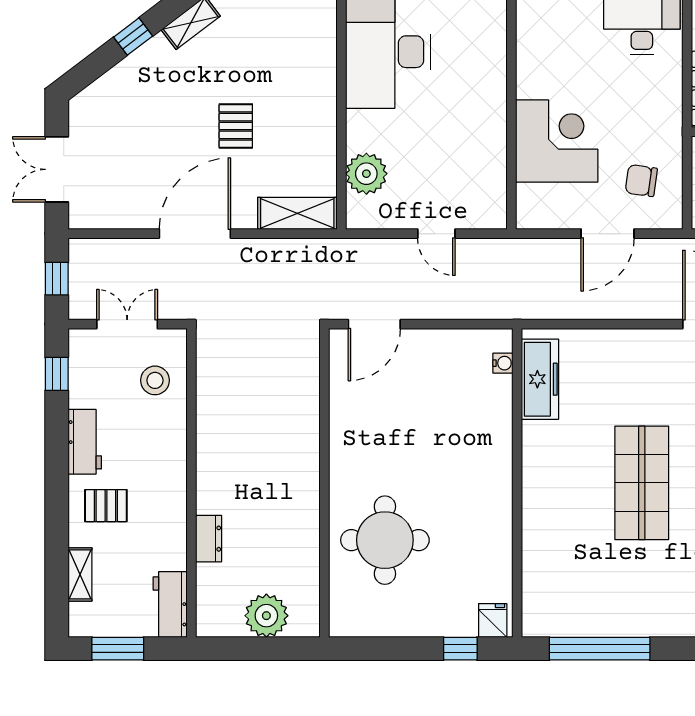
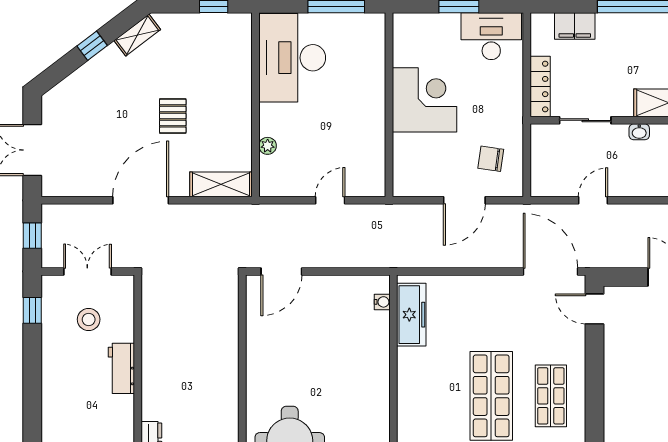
corner desk: (557, 141) -> (424, 100), moved
plant: (366, 174) -> (268, 146), width x0.53, depth x0.53
door: (436, 234) -> (330, 200), swing flipped
stool: (155, 380) -> (89, 319), moved
workbench: (85, 442) -> (121, 368), moved, turned 180
pallet: (106, 506) -> (71, 414), removed

